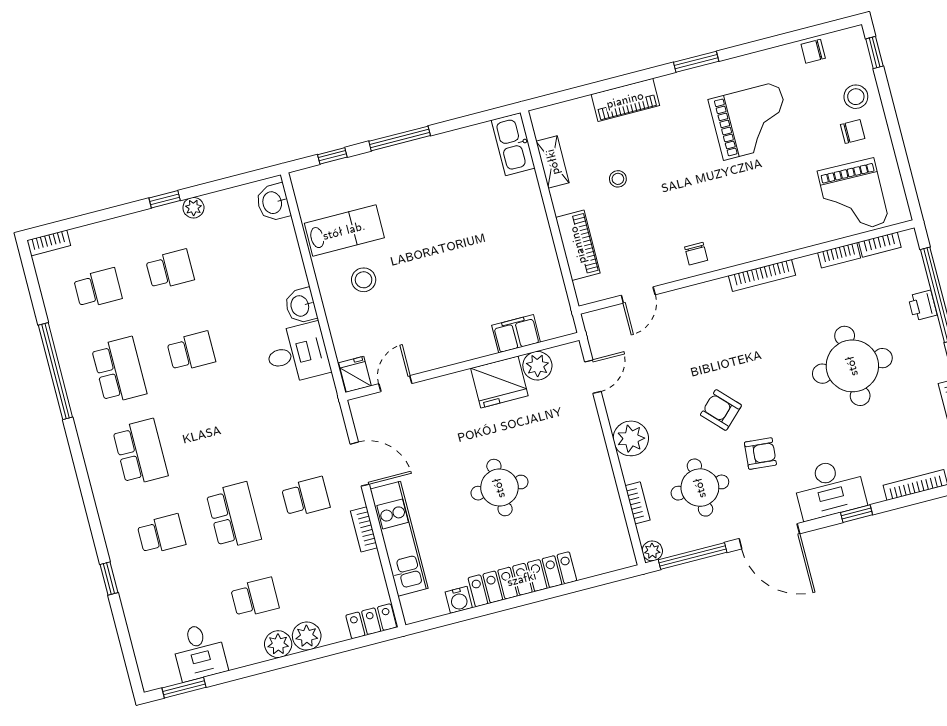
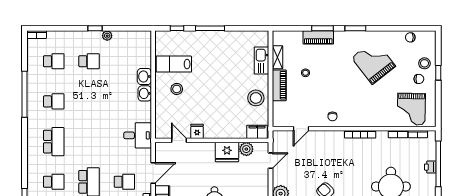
window: (874, 52) -> (438, 73), moved
window: (629, 79) -> (322, 28), added
grand piano: (751, 121) -> (374, 62), turned -128
kitchen sink: (513, 144) -> (261, 61), moved
washbasin: (273, 202) -> (144, 76), moved
lab bench: (344, 231) -> (174, 64), turned 180
piano: (578, 245) -> (279, 85), moved
stool: (530, 256) -> (256, 98), added
filing cabinet: (516, 334) -> (257, 132), moved
school desk: (191, 352) -> (89, 101), removed
desk: (297, 353) -> (138, 135), moved
school desk: (119, 370) -> (54, 101), width x0.54
fridge: (355, 374) -> (197, 131), moved
door: (395, 384) -> (179, 140), hinge flipped
door: (360, 464) -> (153, 173), hinge flipped

